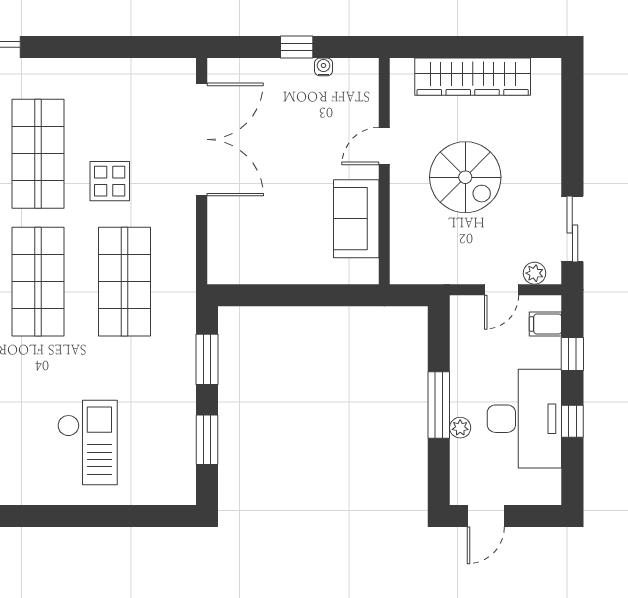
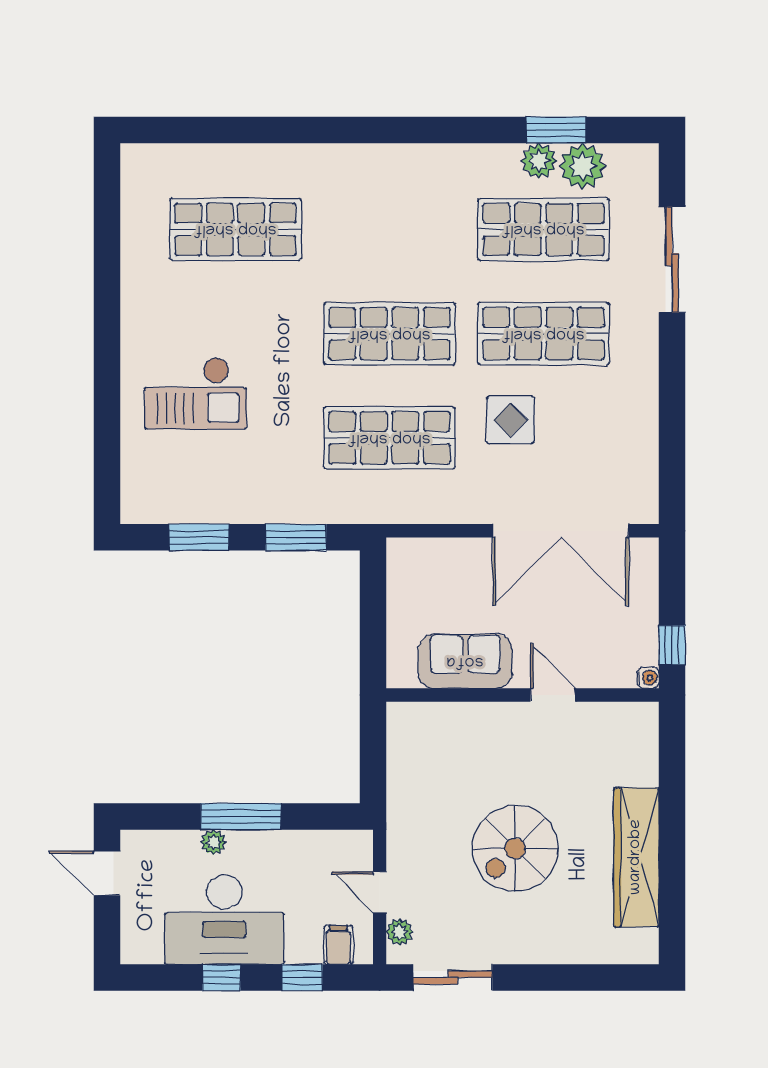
door: (384, 146) -> (553, 695), moved
wall: (384, 171) -> (523, 695), moved
sofa: (356, 219) -> (465, 661), moved

